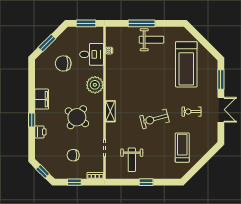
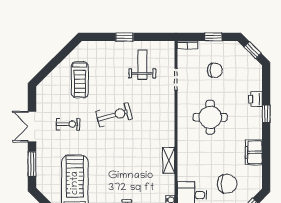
plant: (95, 85) -> (188, 157), removed
filing cabinet: (42, 99) -> (254, 152), moved
shelving: (110, 111) -> (169, 160), moved
round table: (77, 117) -> (210, 117), turned -37

